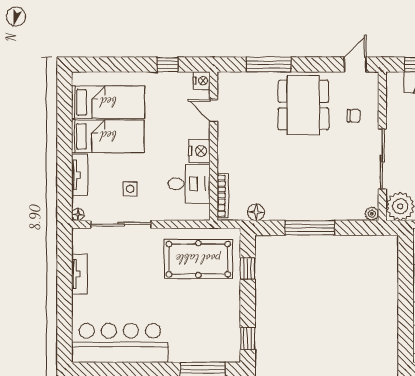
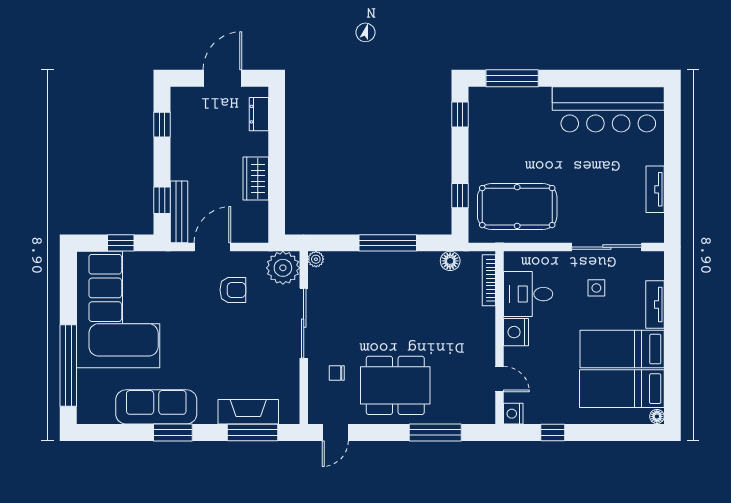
dining table: (303, 105) -> (395, 385), turned 90
floor lamp: (78, 215) -> (657, 416), moved

